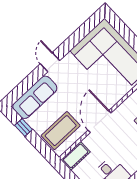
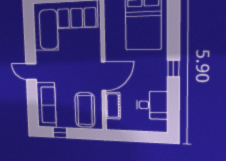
door: (100, 122) -> (104, 76), swing flipped
cot: (76, 156) -> (113, 106), moved

